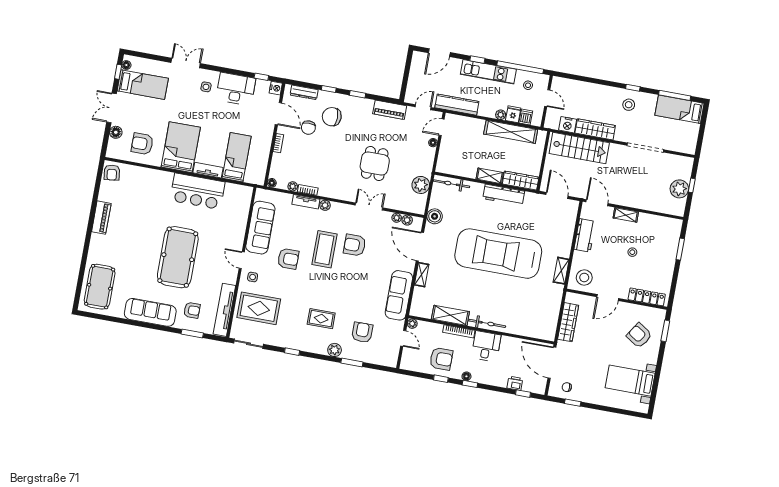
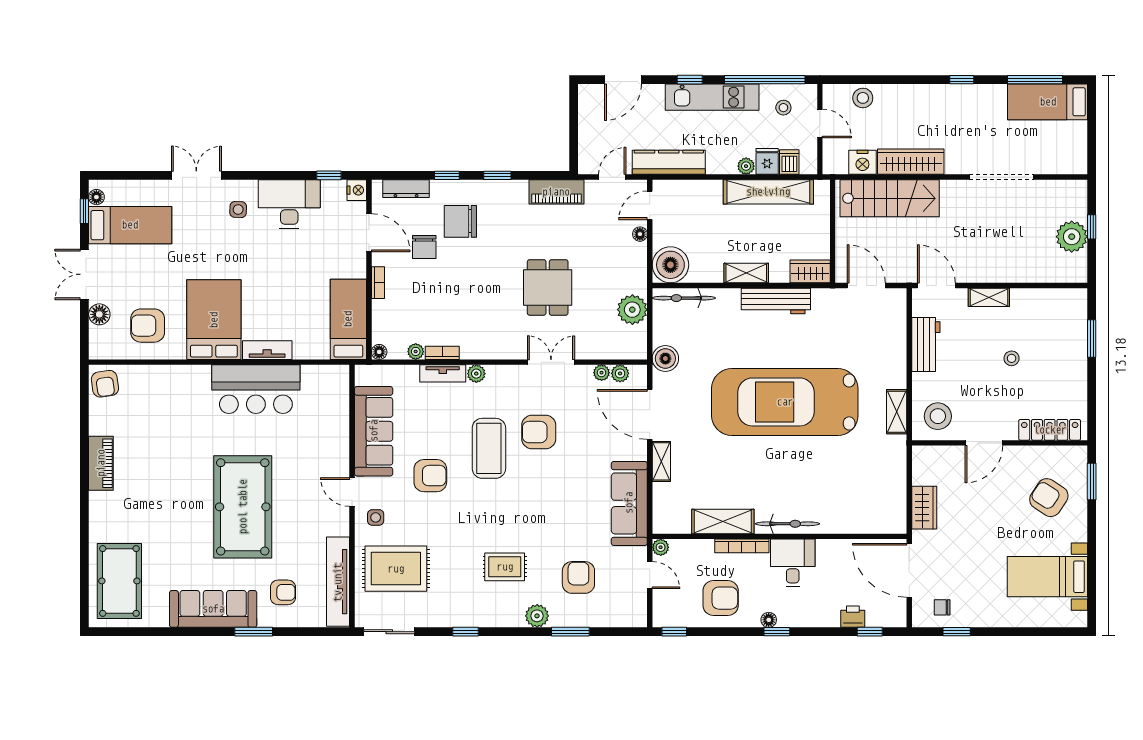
stool: (629, 105) -> (863, 98), moved
bed: (237, 157) -> (348, 319), moved
boiler: (447, 163) -> (670, 265), added
wardrobe: (521, 181) -> (810, 271), width x0.67
wardrobe: (568, 322) -> (924, 508), width x0.67
window: (192, 333) -> (254, 632), moved
window: (441, 379) -> (674, 632), moved

